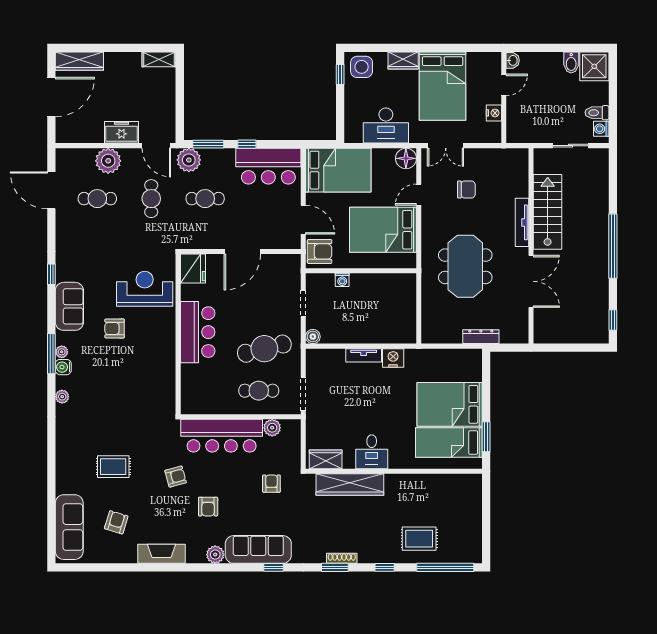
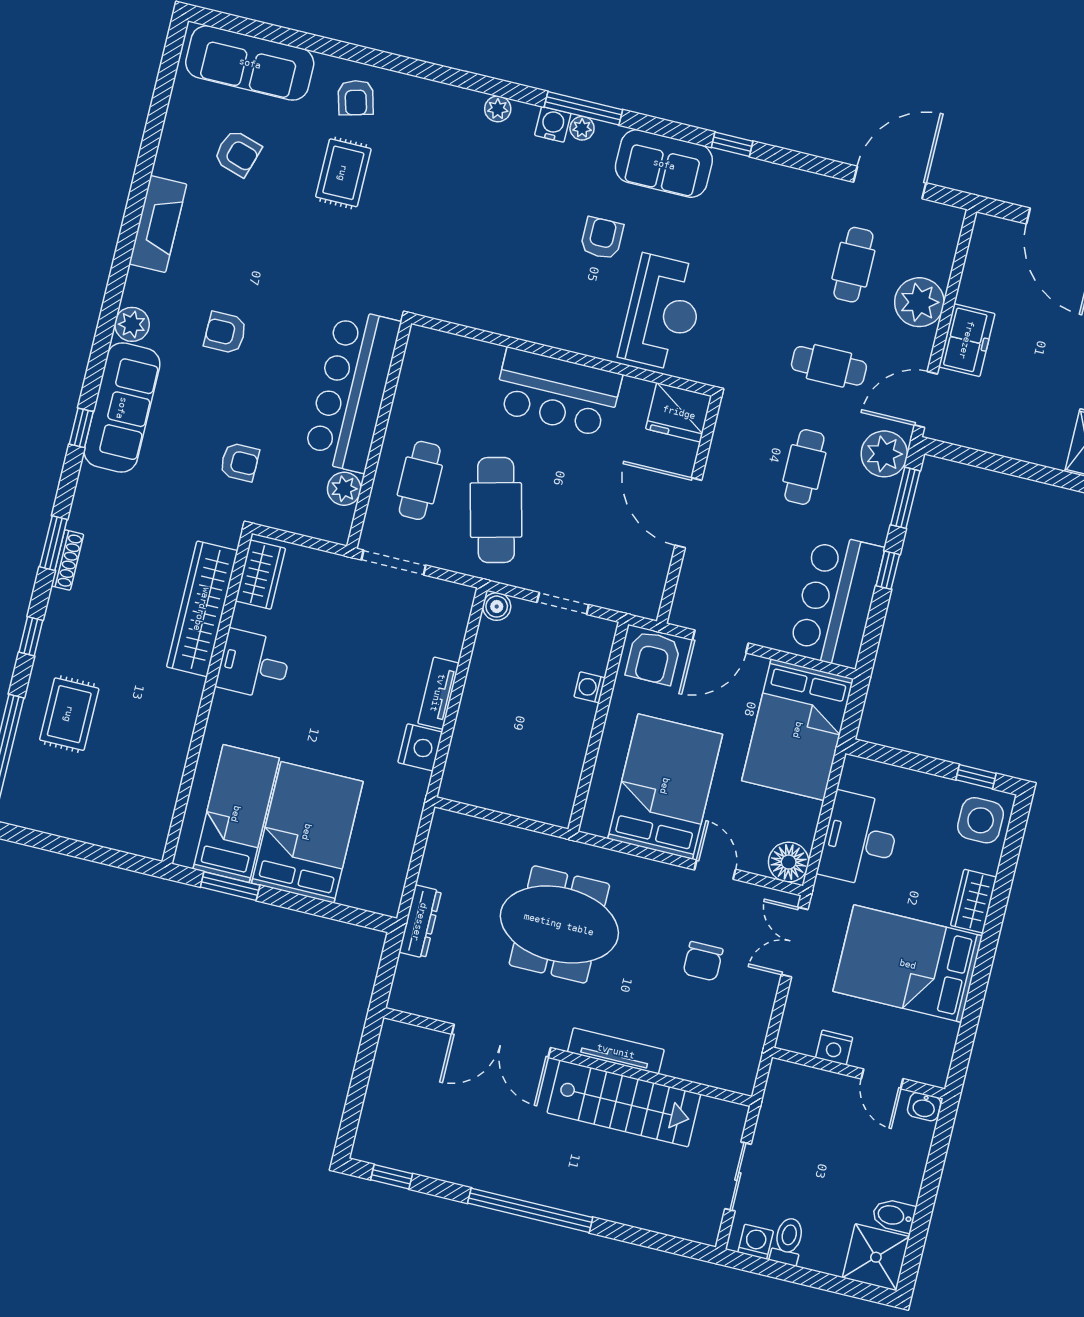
armchair: (176, 477) -> (356, 98), moved

